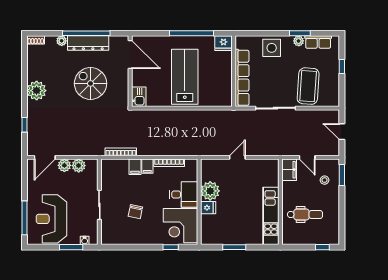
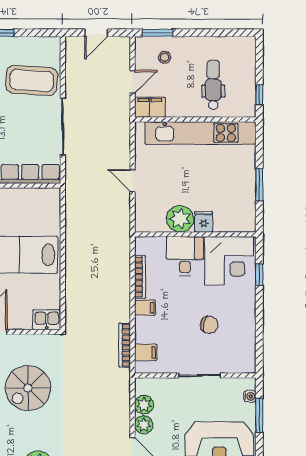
filing cabinet: (135, 167) -> (146, 352), moved
kitchen unit: (271, 216) -> (200, 133), width x1.36
window: (322, 247) -> (259, 95), moved

